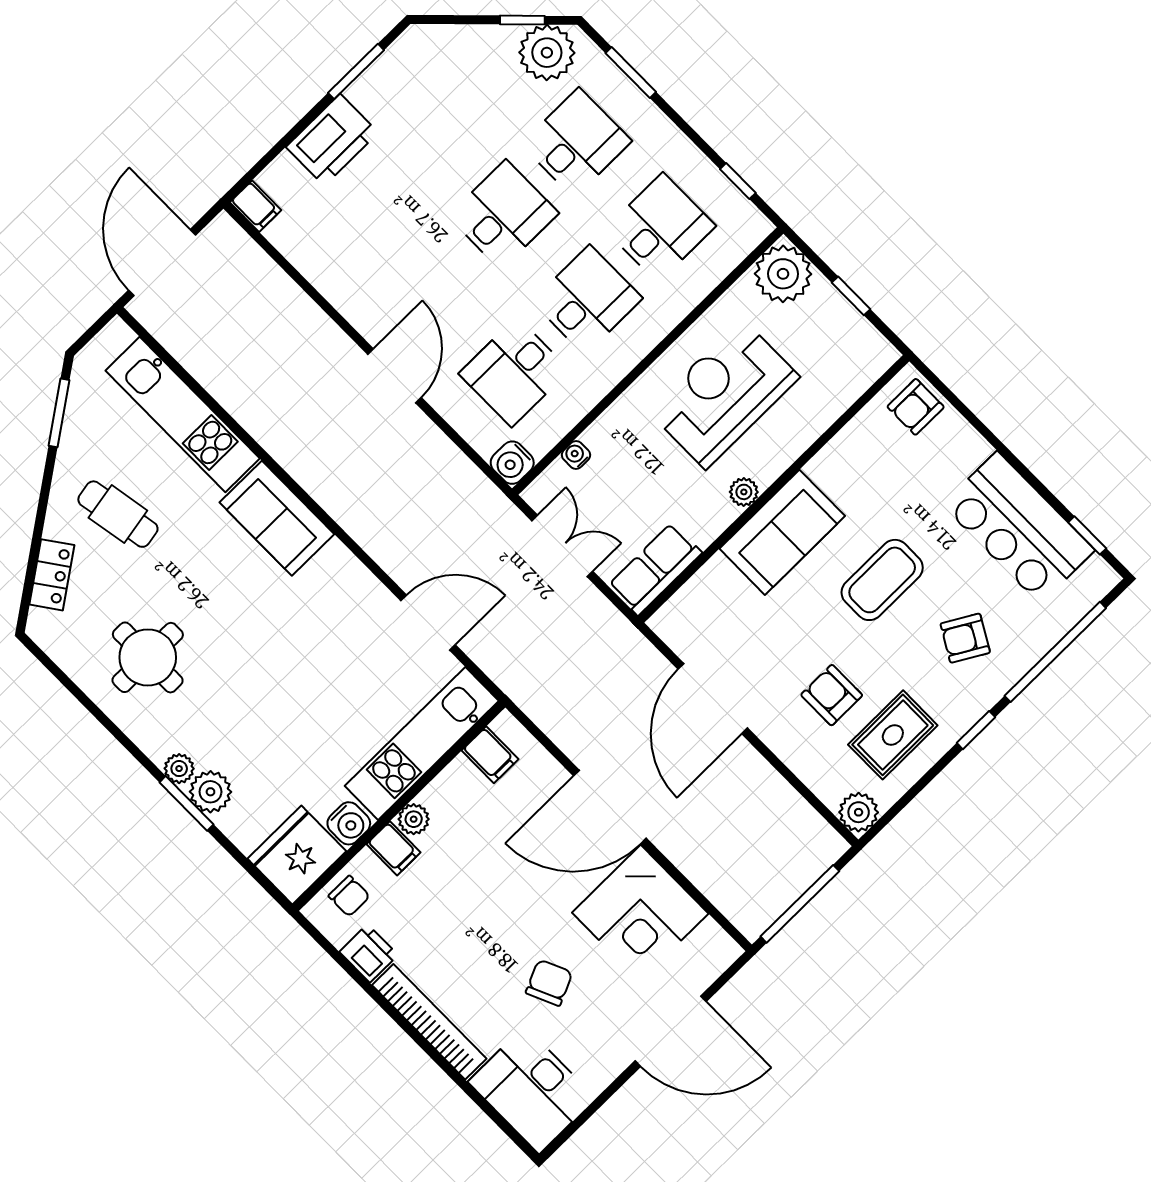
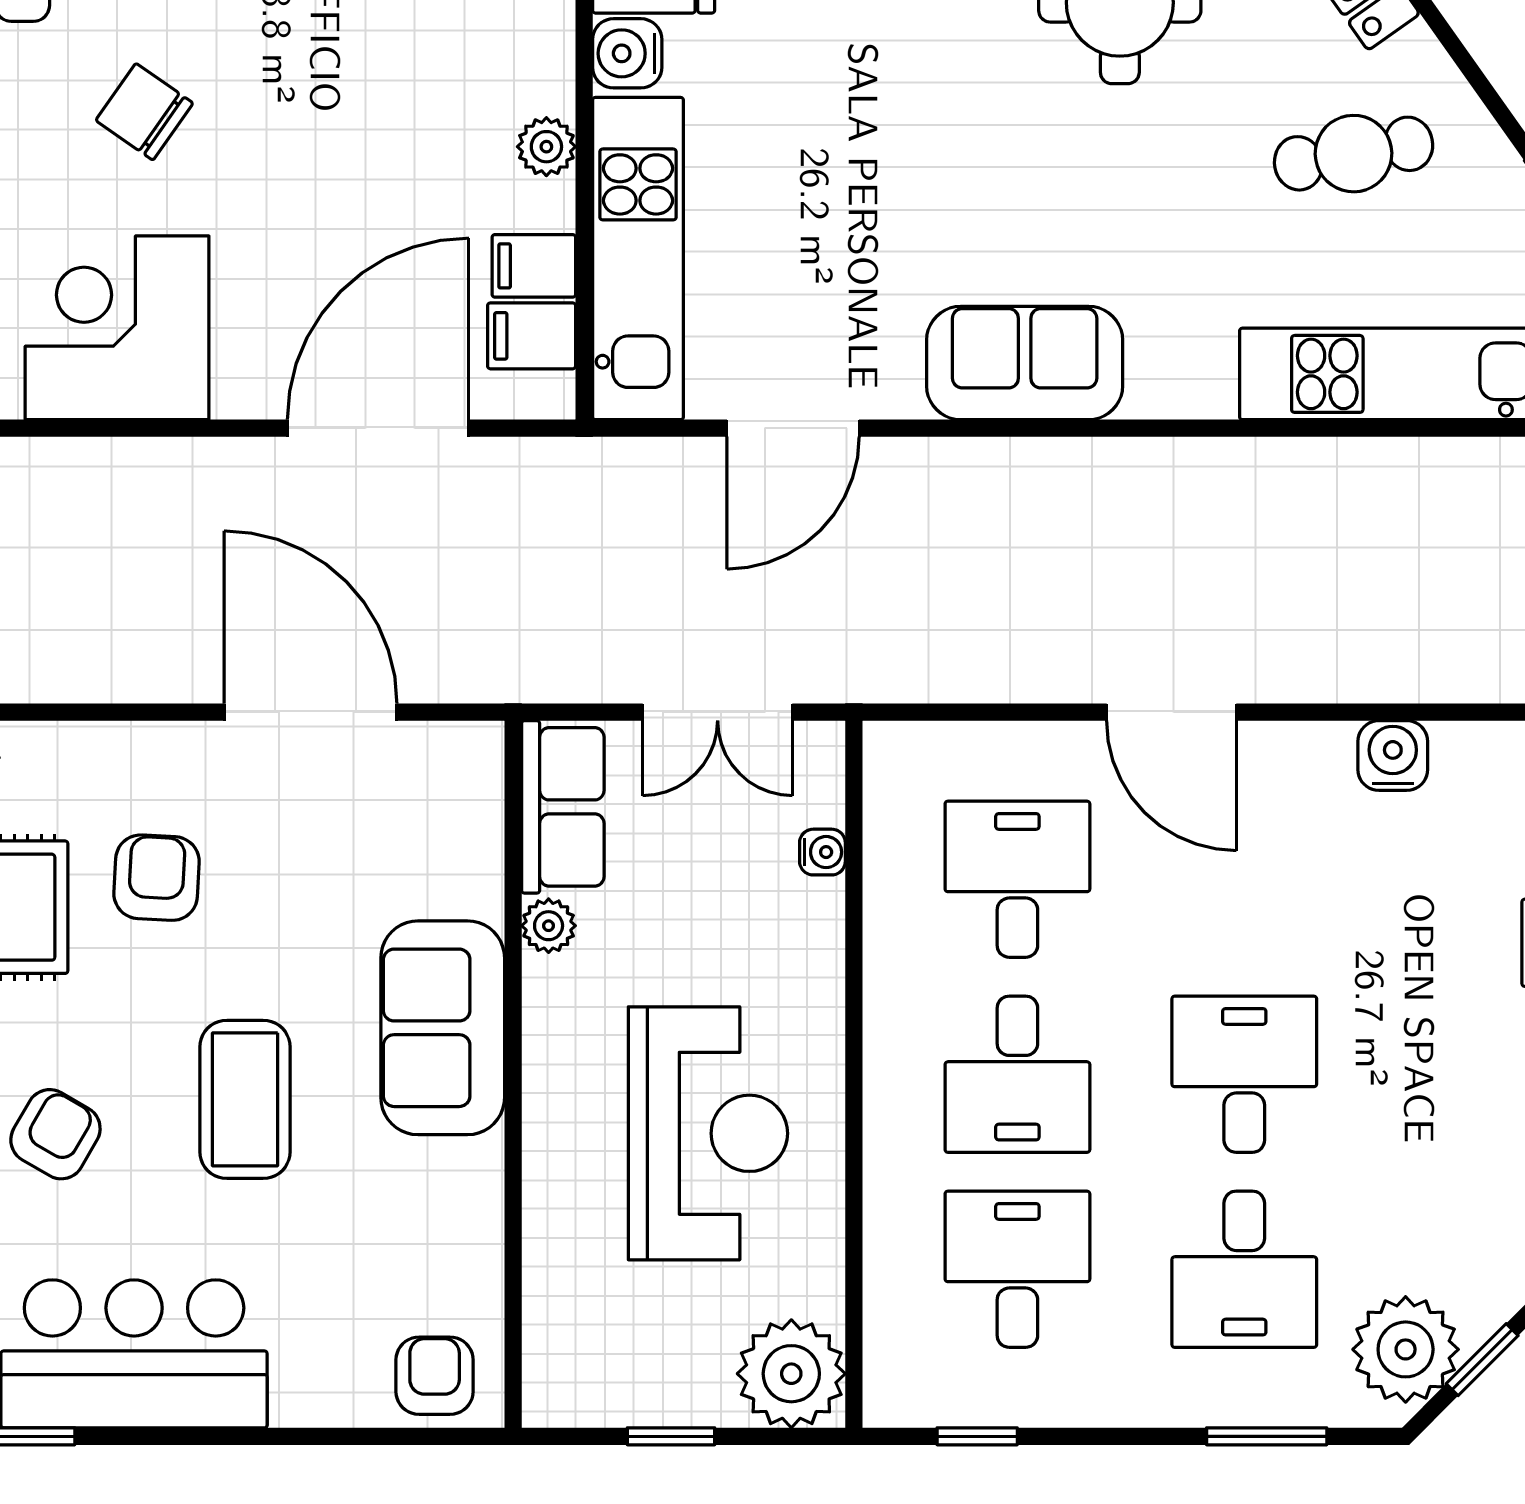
desk: (503, 215) -> (1244, 1074), turned 180
desk: (660, 228) -> (1017, 1269), turned 180
water cooler: (512, 463) -> (1393, 756), moved
plant: (744, 492) -> (549, 926), moved
sofa: (277, 518) -> (1025, 363), moved
armchair: (832, 695) -> (157, 878), turned -87
door: (610, 807) -> (378, 428), moved
filing cabinet: (394, 848) -> (534, 266), moved
chair: (549, 983) -> (144, 112), turned 149

